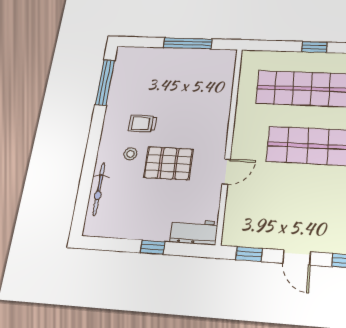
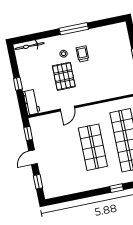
window: (105, 82) -> (74, 29), moved
door: (226, 172) -> (67, 109), hinge flipped
bicycle: (99, 189) -> (30, 46), moved

